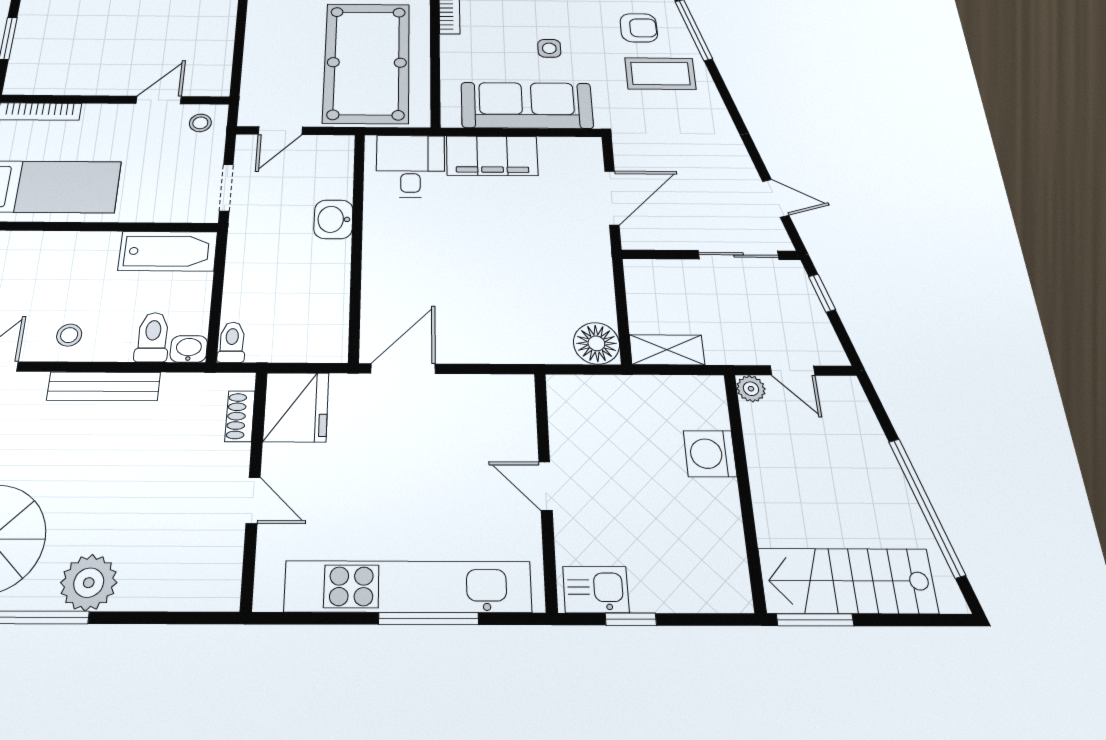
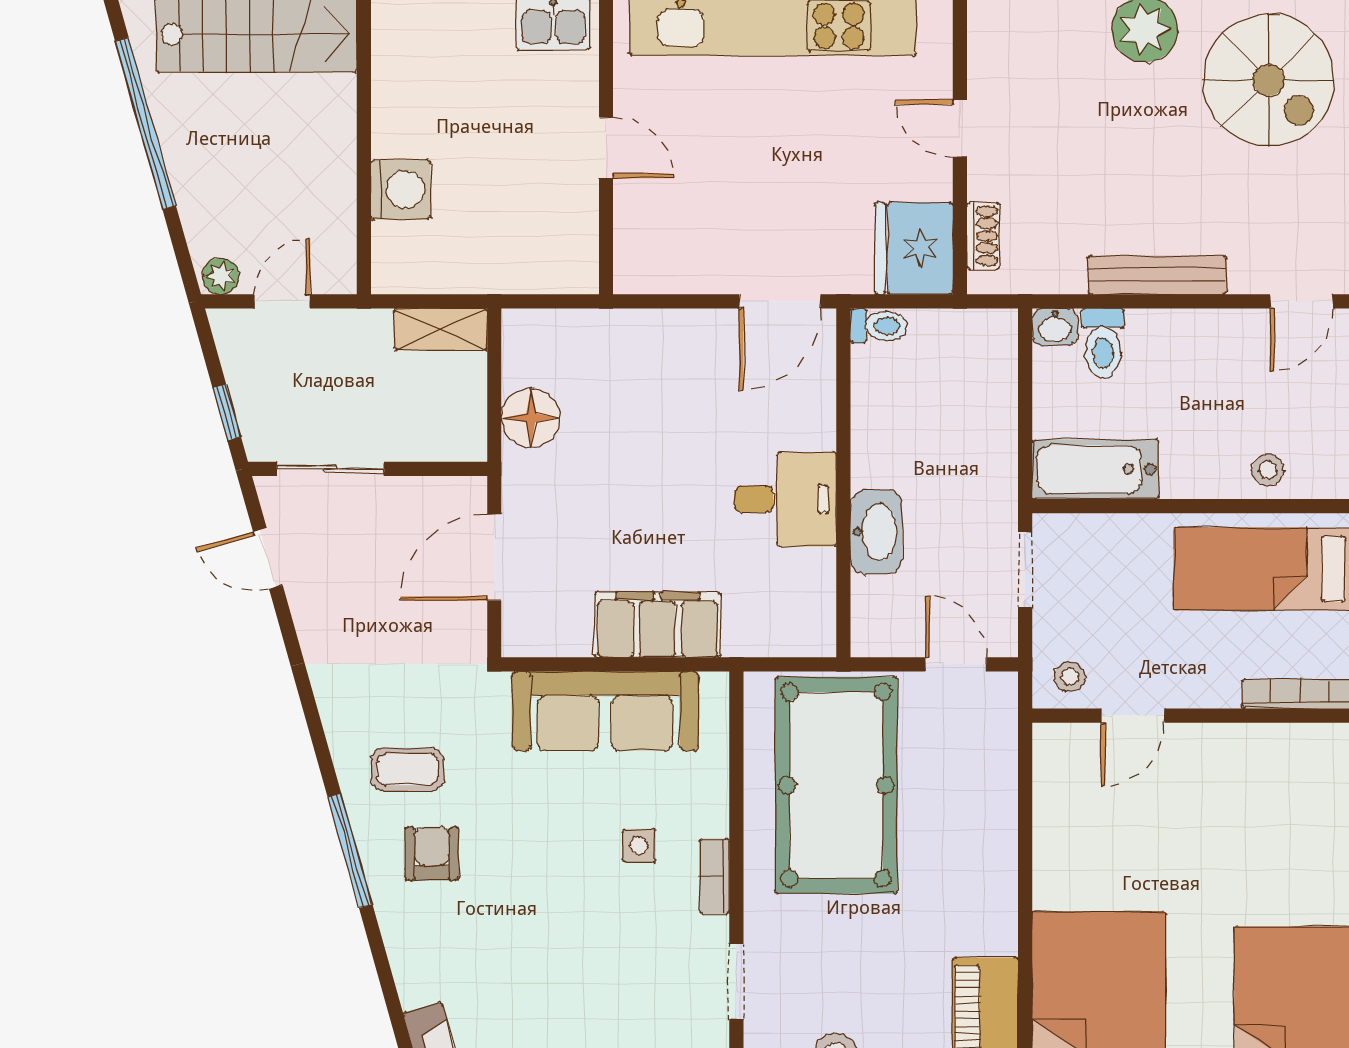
armchair: (639, 28) -> (432, 854), turned 90
side table: (549, 48) -> (639, 846), moved
coffee table: (660, 74) -> (407, 769), width x0.73, depth x0.77
door: (280, 131) -> (956, 664), hinge flipped
desk: (411, 166) -> (785, 499), moved, turned -90
washbasin: (333, 219) -> (876, 532), width x1.38
stool: (69, 335) -> (1268, 470), moved
toilet: (232, 342) -> (879, 326), moved, turned -90
floor lamp: (596, 343) -> (531, 418), moved
door: (793, 371) -> (282, 301), hinge flipped
plant: (751, 389) -> (221, 276), moved

